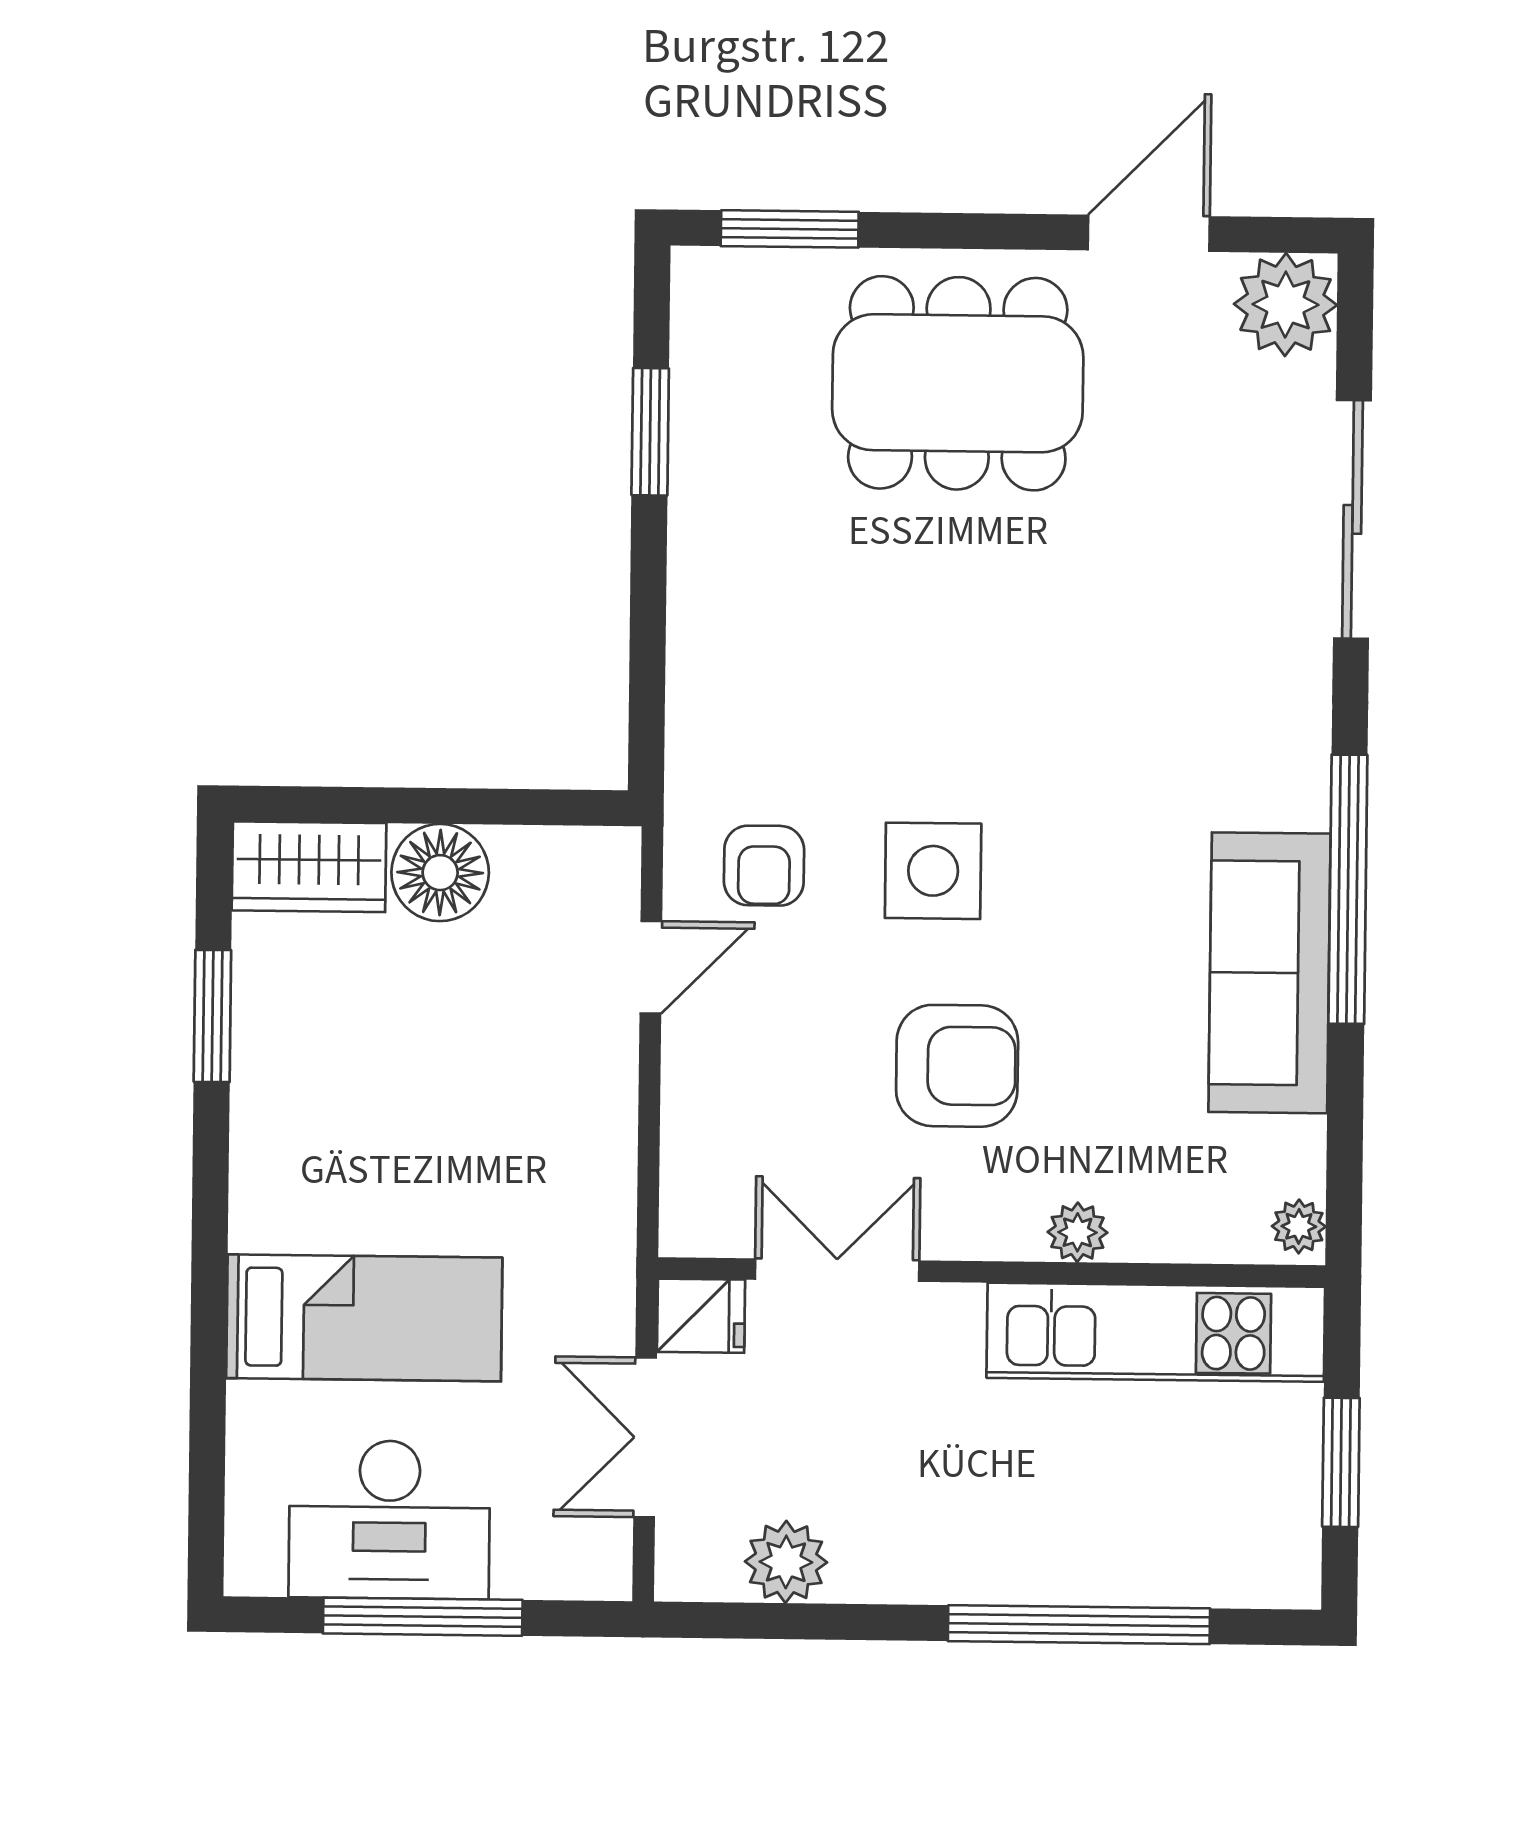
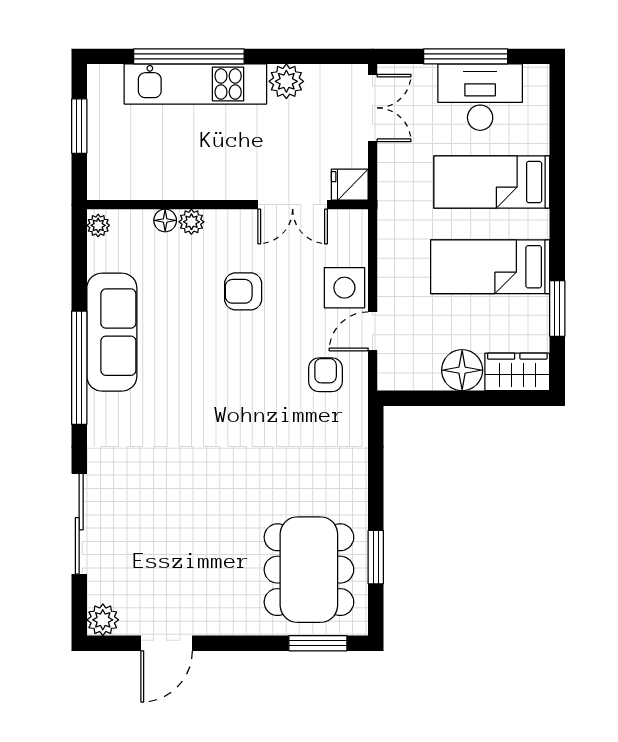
plant: (1285, 305) -> (103, 620), width x0.73, depth x0.73
dining table: (958, 383) -> (309, 570), moved, turned 90
side table: (933, 871) -> (344, 288), moved
armchair: (957, 1066) -> (243, 291), width x0.72, depth x0.72
bed: (370, 1117) -> (490, 267), added
floor lamp: (1140, 1236) -> (165, 220), added
kitchen unit: (1156, 1332) -> (195, 84), moved, turned 180
double door: (645, 1437) -> (373, 108), moved
plant: (786, 1562) -> (286, 81), moved

